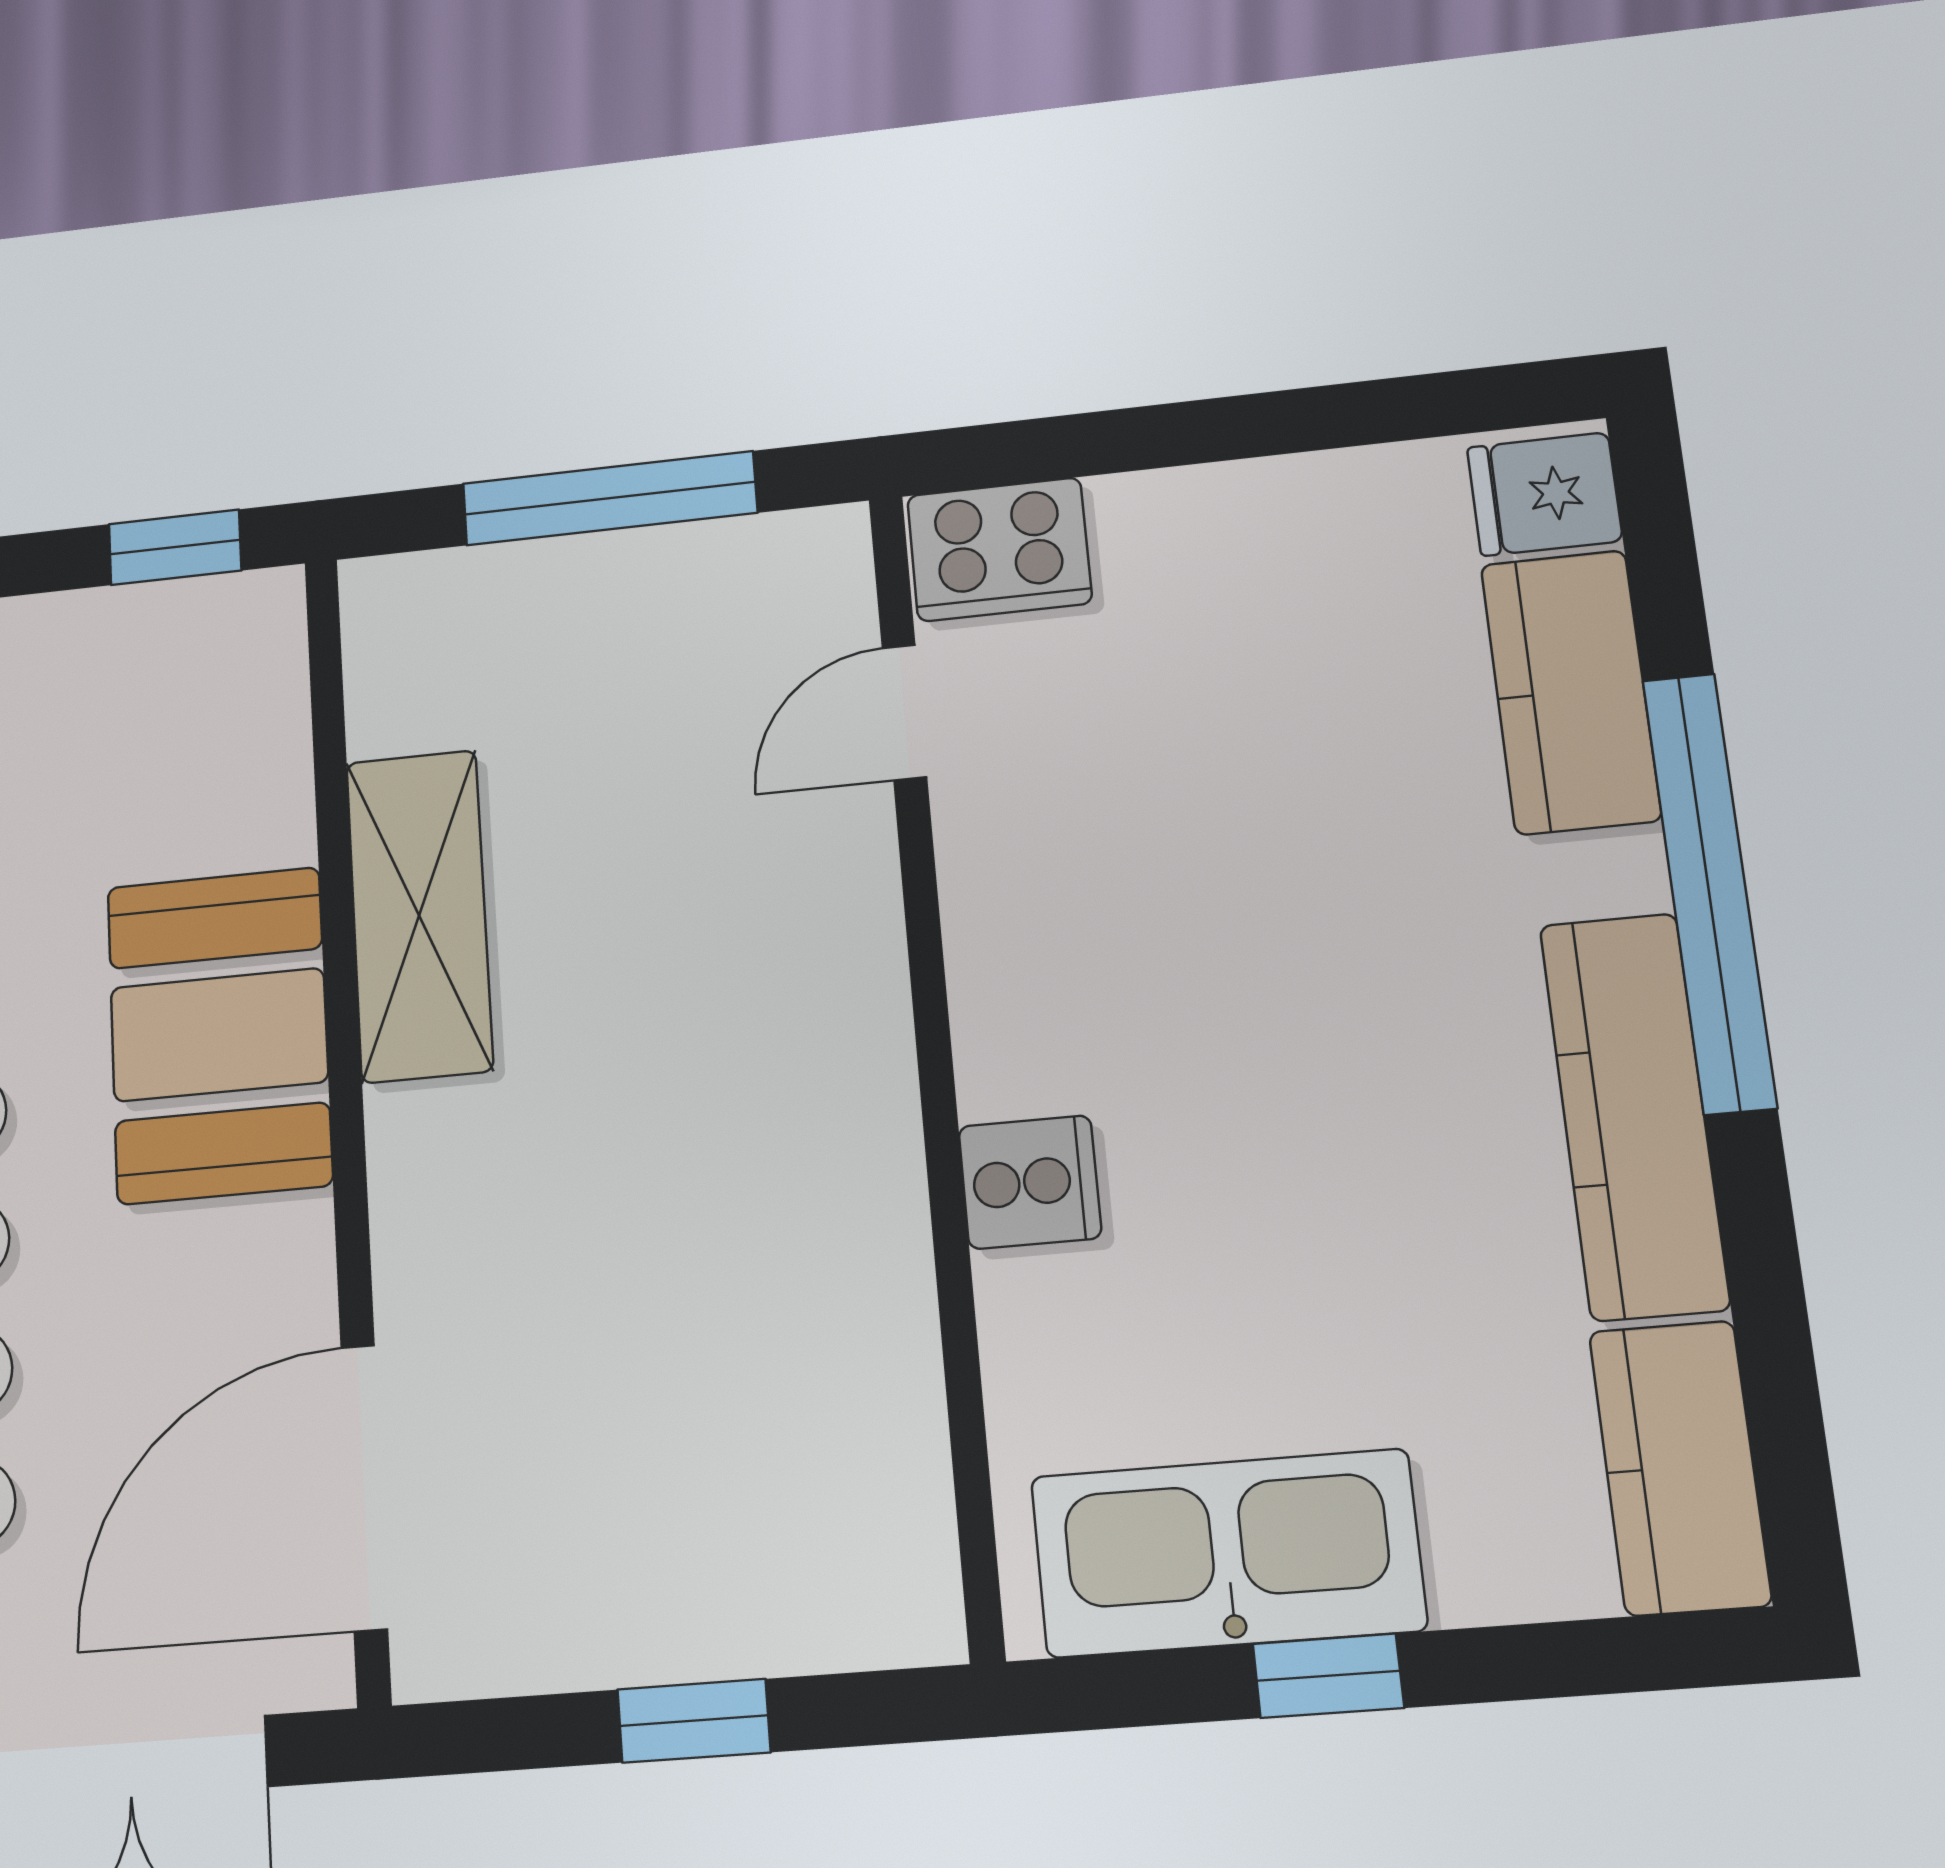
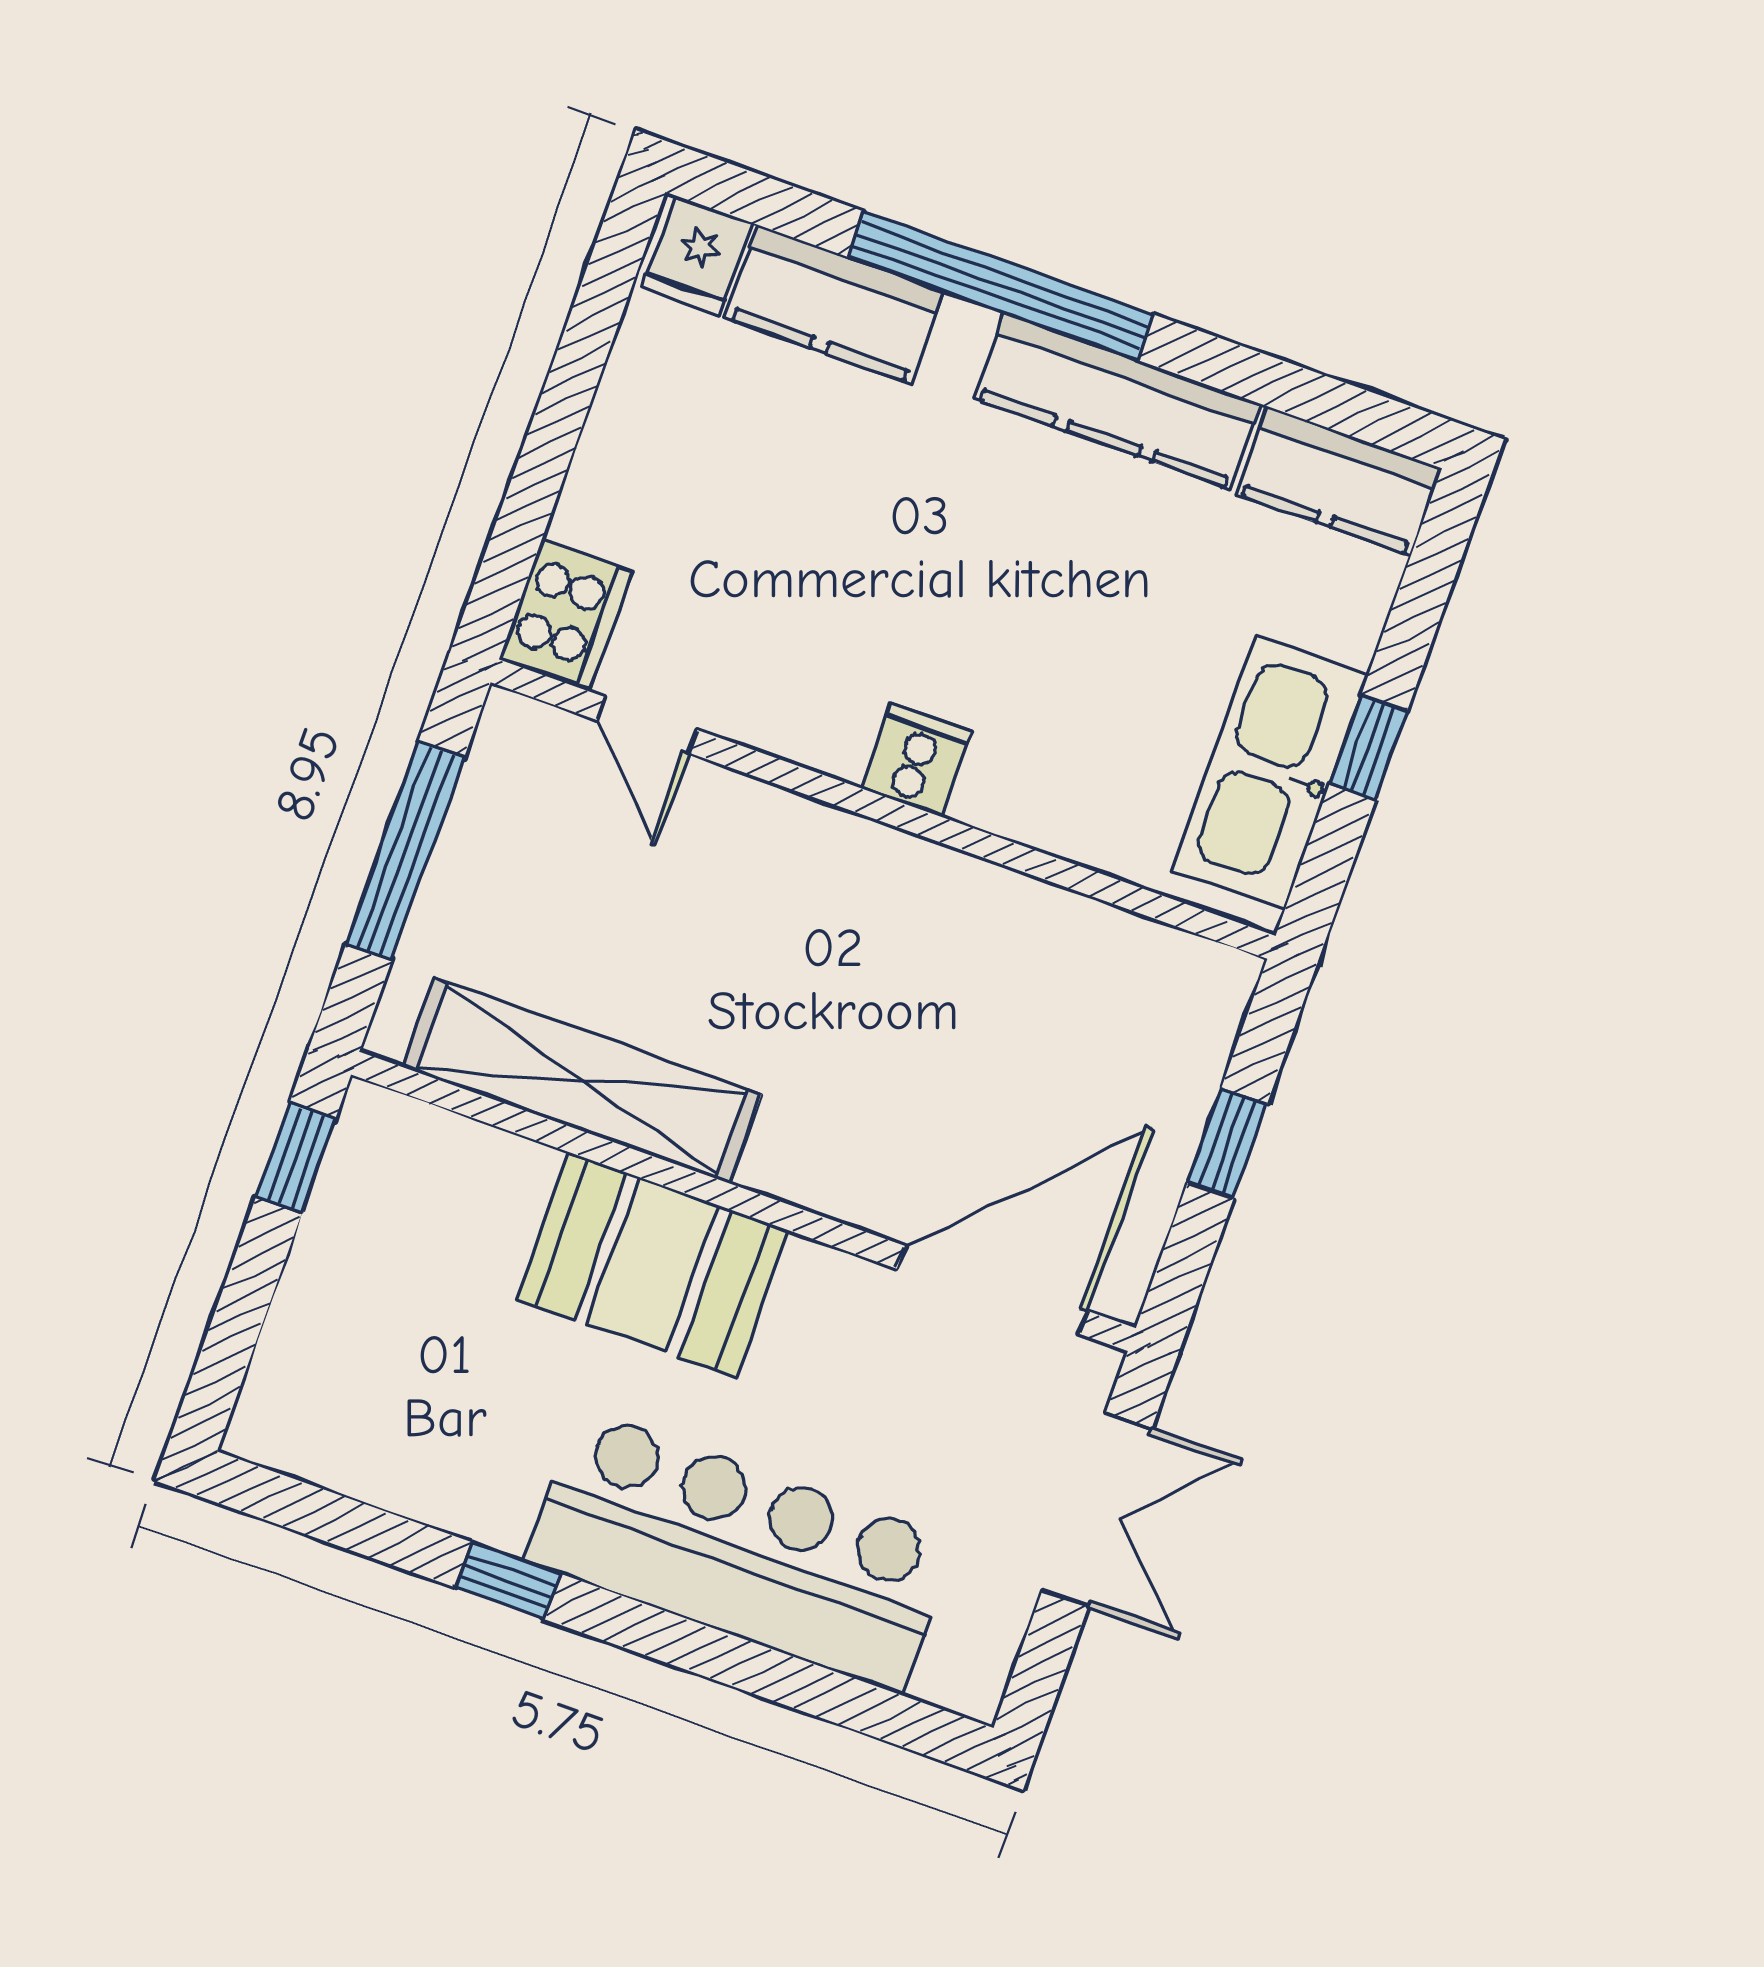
shelving: (419, 915) -> (582, 1081), width x1.47
cooker: (1030, 1182) -> (916, 760), moved
door: (364, 1487) -> (992, 1290), swing flipped

